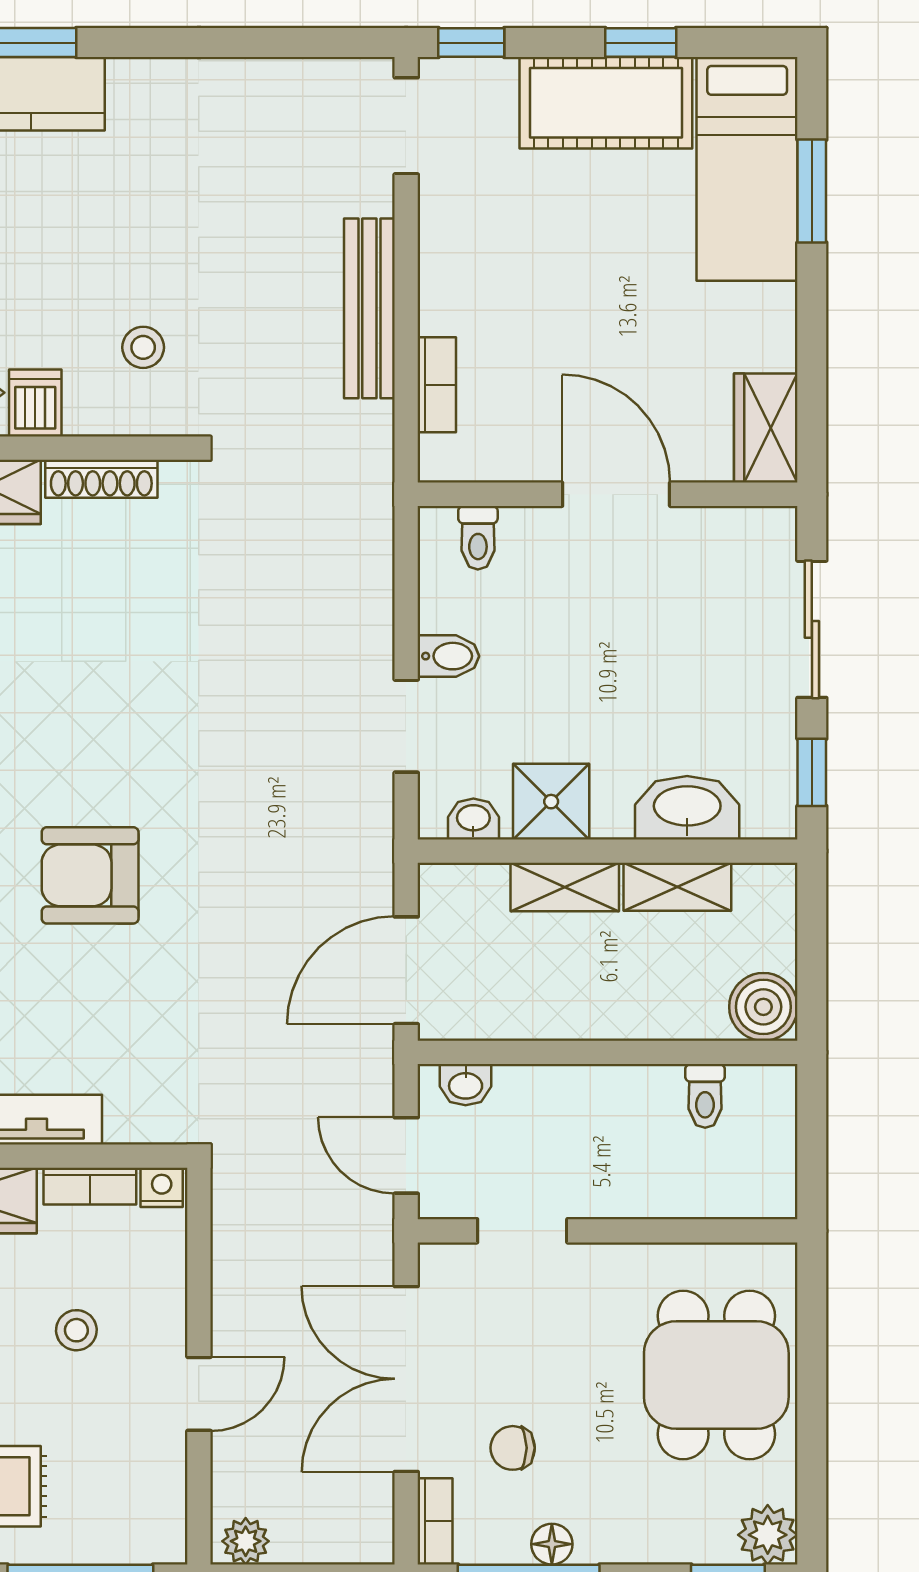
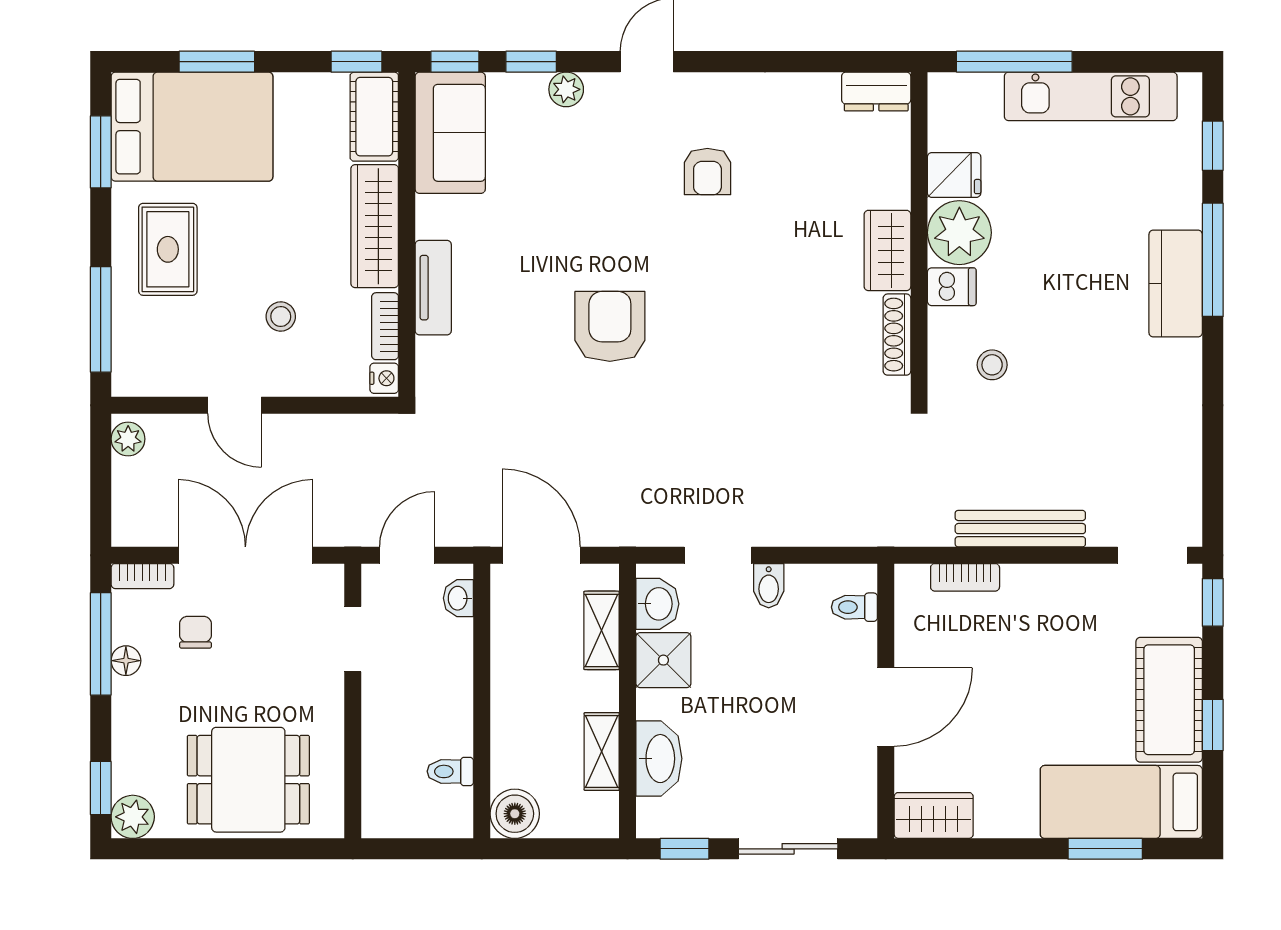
washbasin: (473, 819) -> (657, 604), width x1.38, depth x1.45
shelving: (565, 887) -> (602, 630), moved

